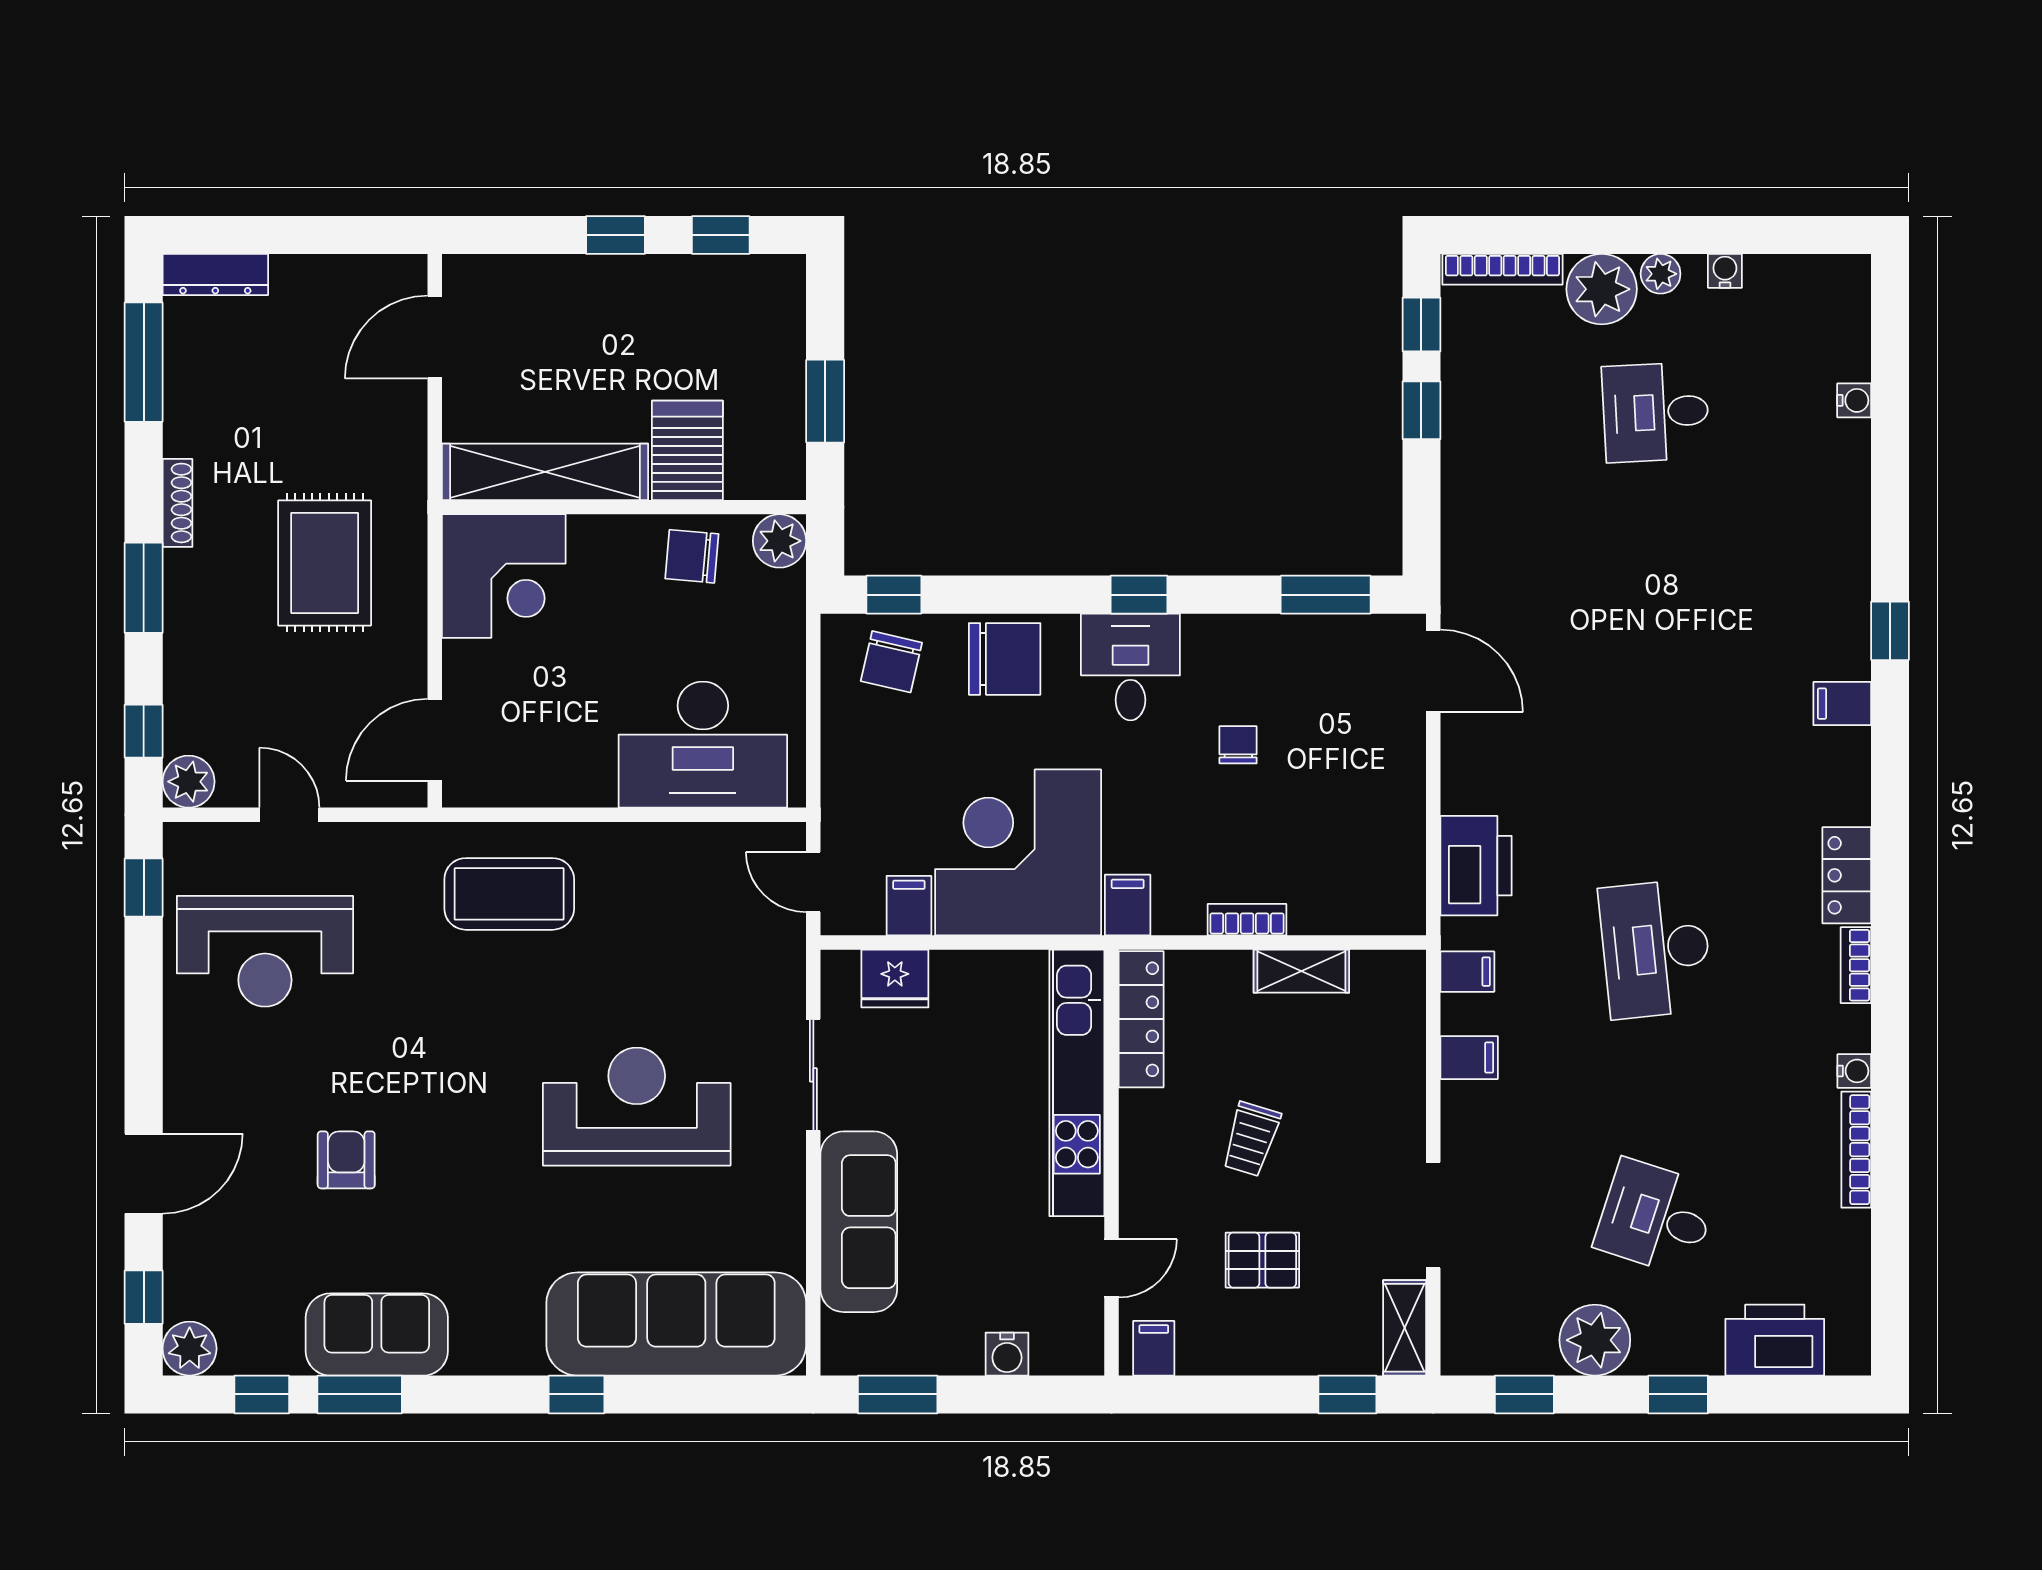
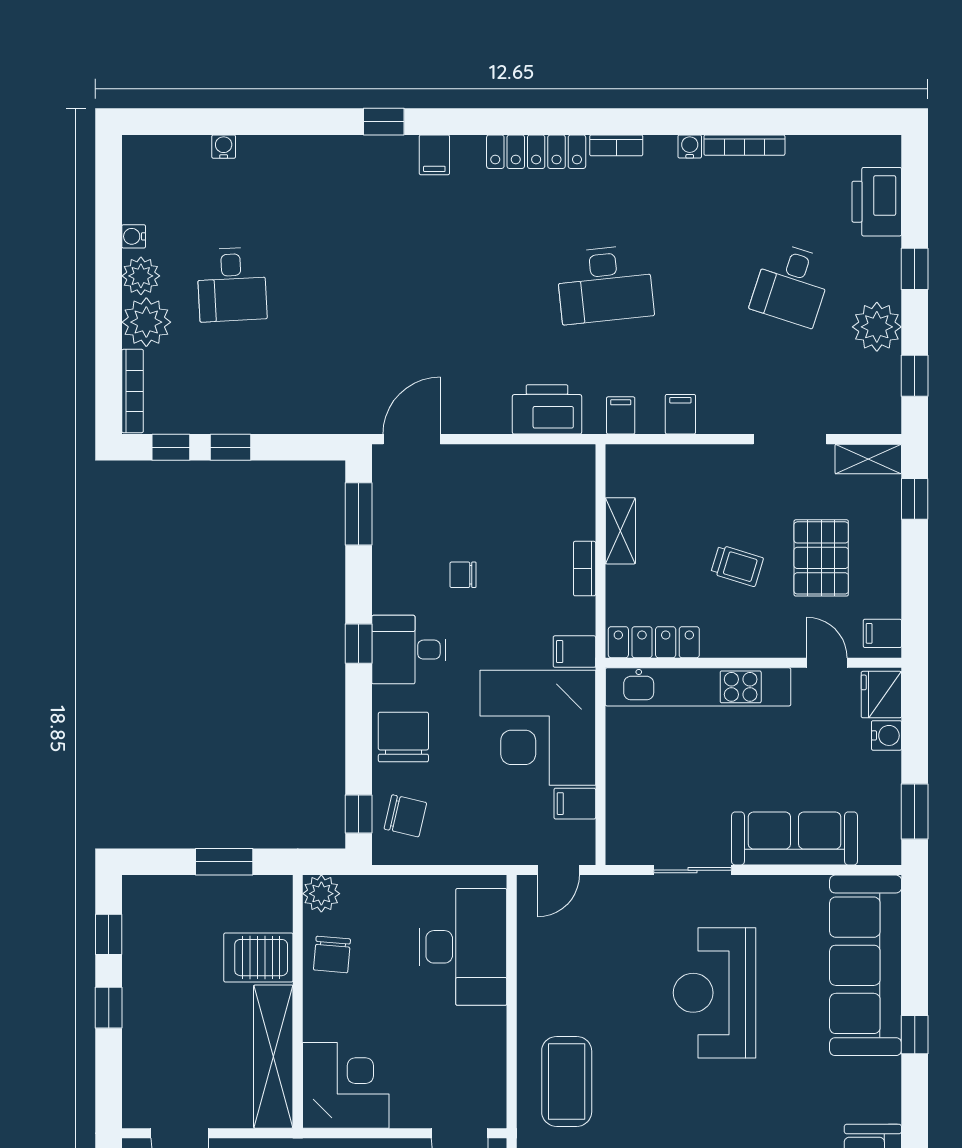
plant: (1661, 274) -> (141, 276), width x1.38, depth x1.38
locker: (1847, 875) -> (536, 152), width x1.53
fridge: (895, 979) -> (881, 695), moved, turned 180
pallet: (1262, 1260) -> (821, 558), width x1.50, depth x1.42

